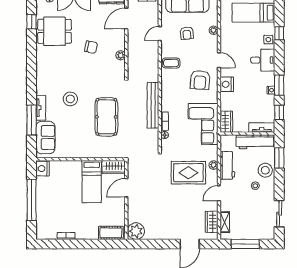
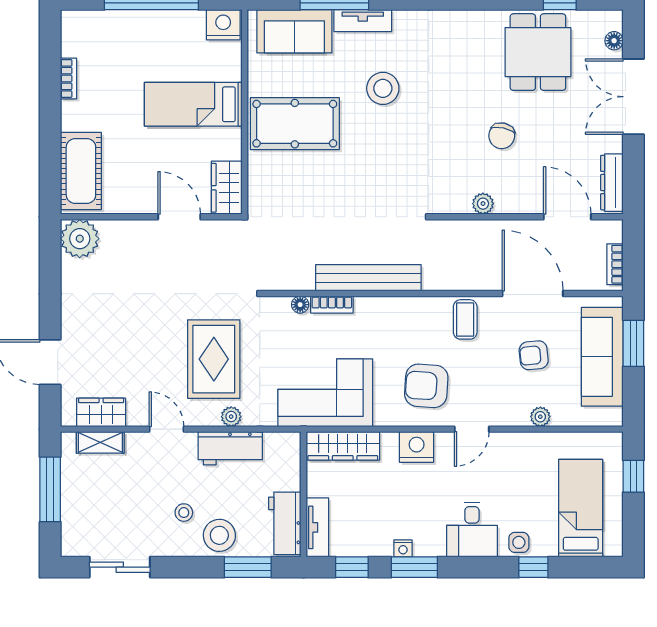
door: (160, 34) -> (533, 294), width x1.88
pool table: (106, 117) -> (295, 124), moved
wardrobe: (226, 122) -> (343, 446), width x1.50
workbench: (255, 142) -> (285, 523), width x0.73
bed: (92, 182) -> (193, 104), moved
cot: (111, 233) -> (81, 171), width x1.37, depth x1.34

